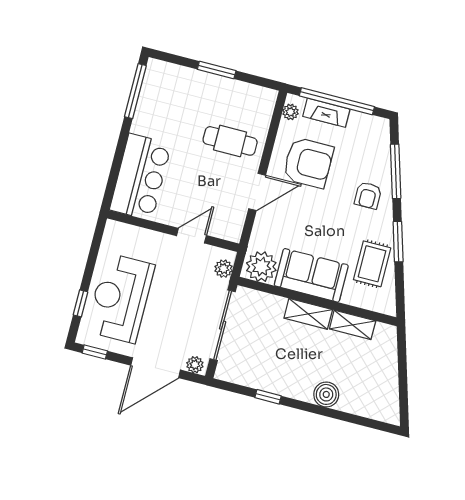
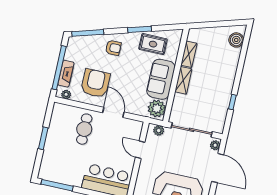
window: (396, 171) -> (88, 33), moved
boiler: (326, 394) -> (236, 40), moved

